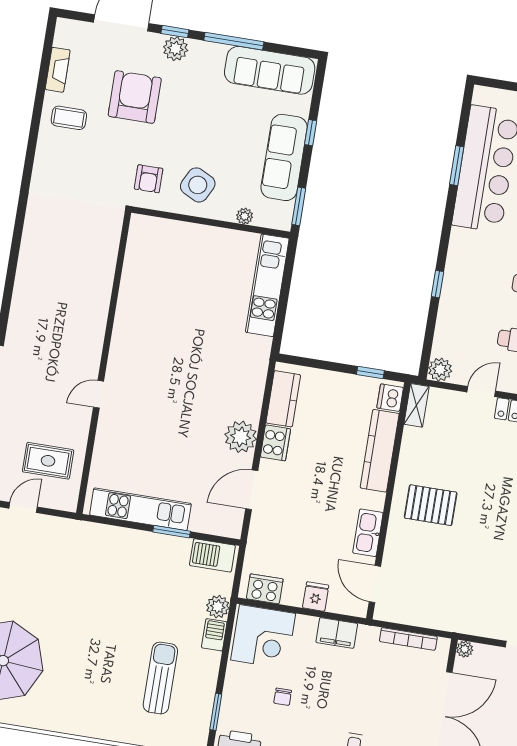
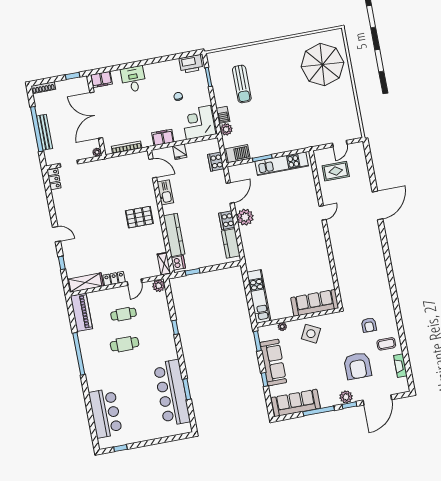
armchair: (149, 179) -> (369, 325), moved, turned 180
sofa: (171, 238) -> (315, 303), added
cooker: (265, 589) -> (216, 162), moved, turned 90

